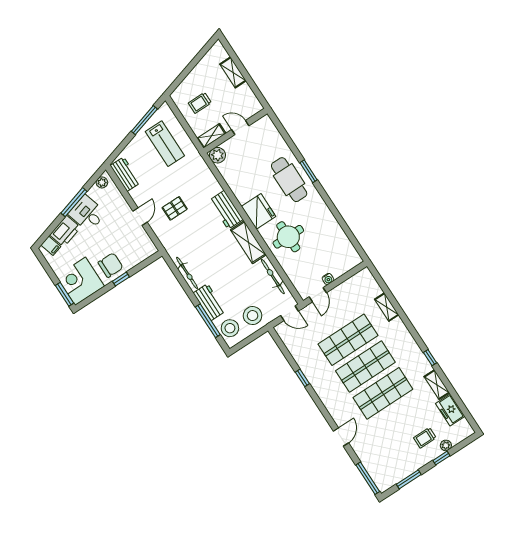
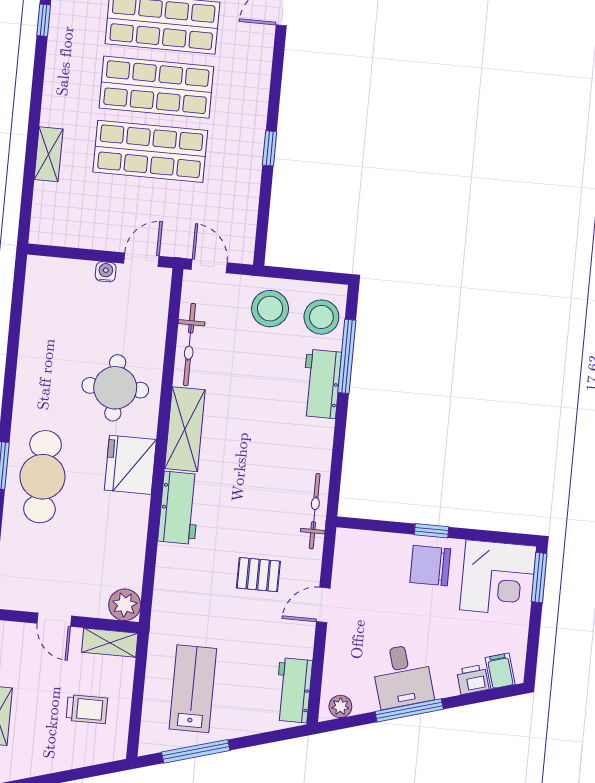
printer: (65, 231) -> (473, 679), width x0.53, depth x0.68
bicycle: (187, 273) -> (315, 511), moved

